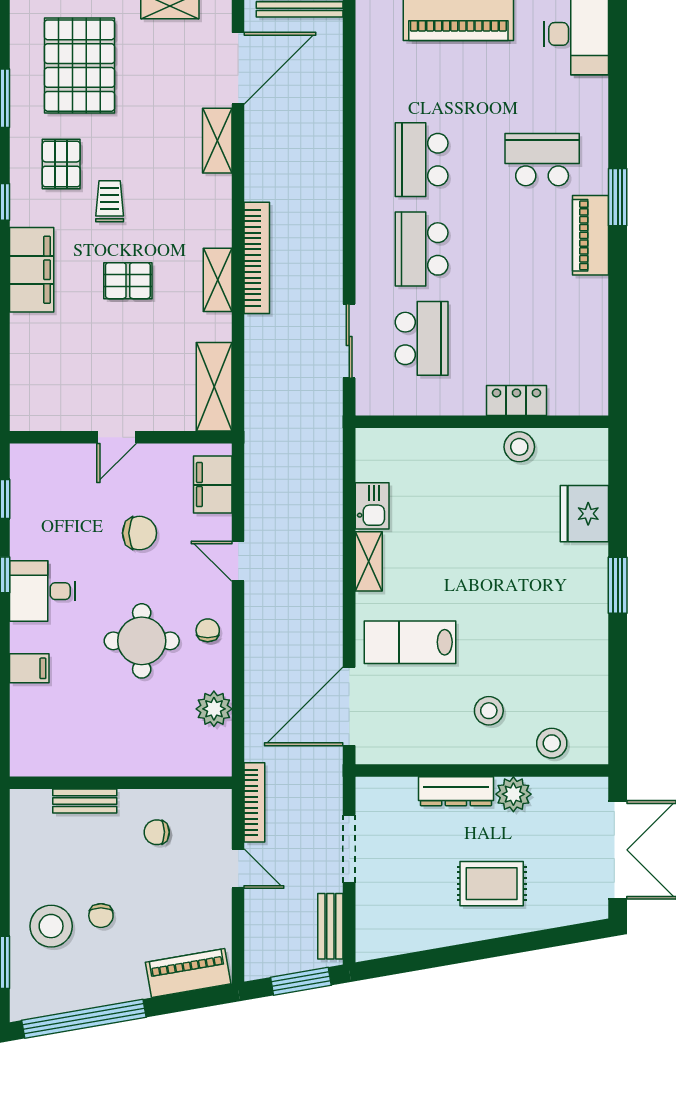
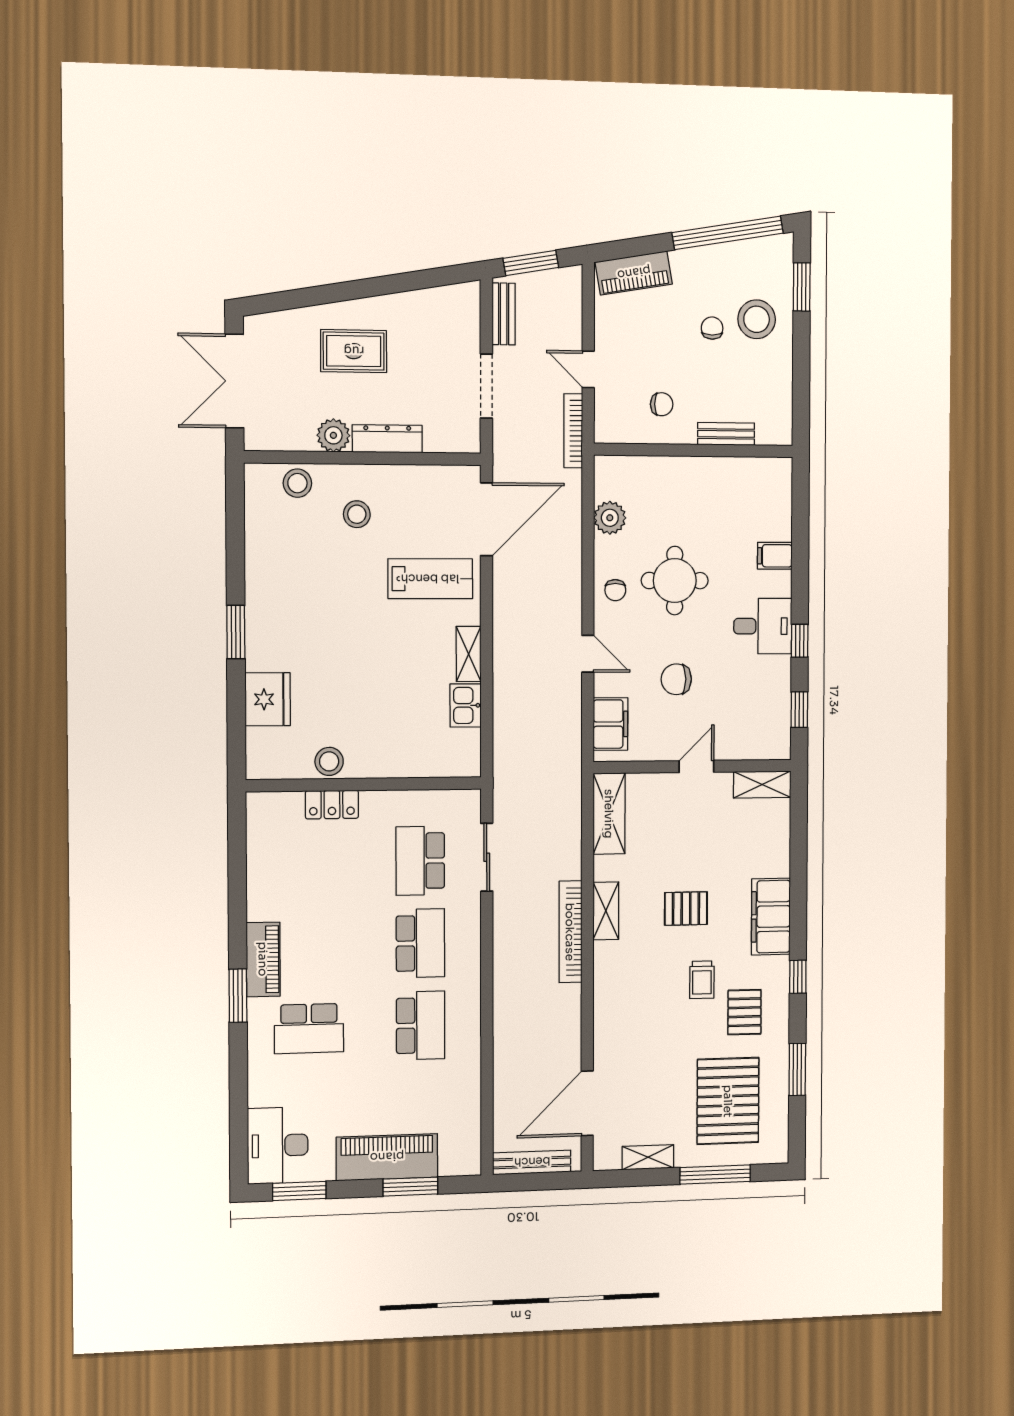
shelving: (217, 141) -> (762, 785), moved, turned 90

